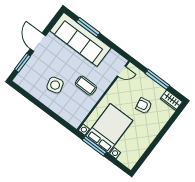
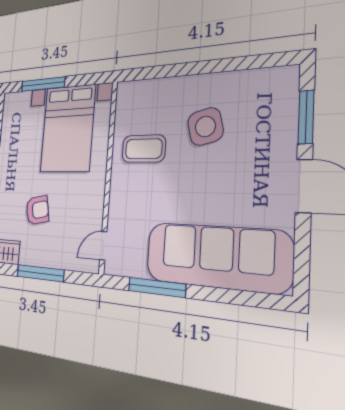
window: (88, 27) -> (157, 287), moved
coffee table: (86, 86) -> (144, 149), moved
window: (94, 146) -> (43, 84), moved

